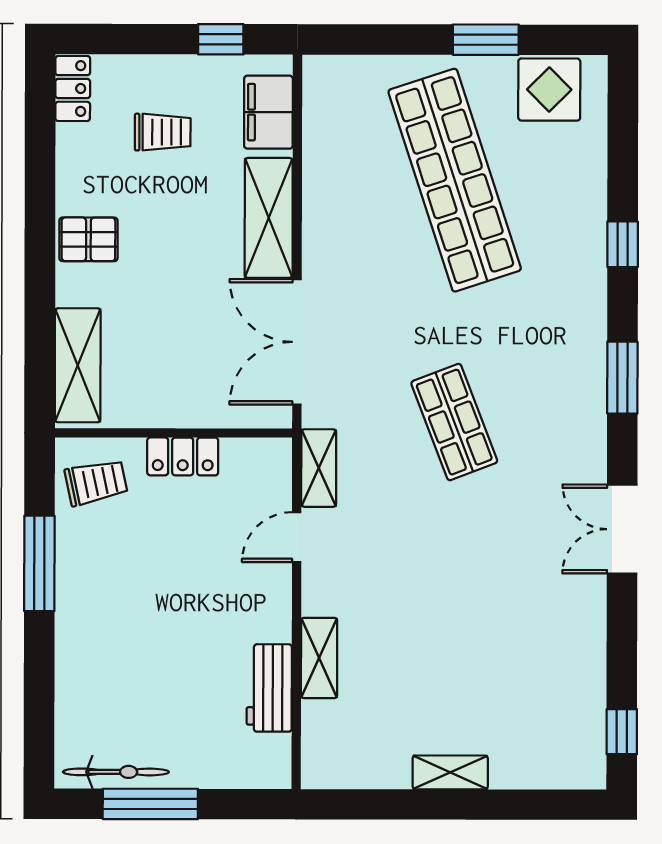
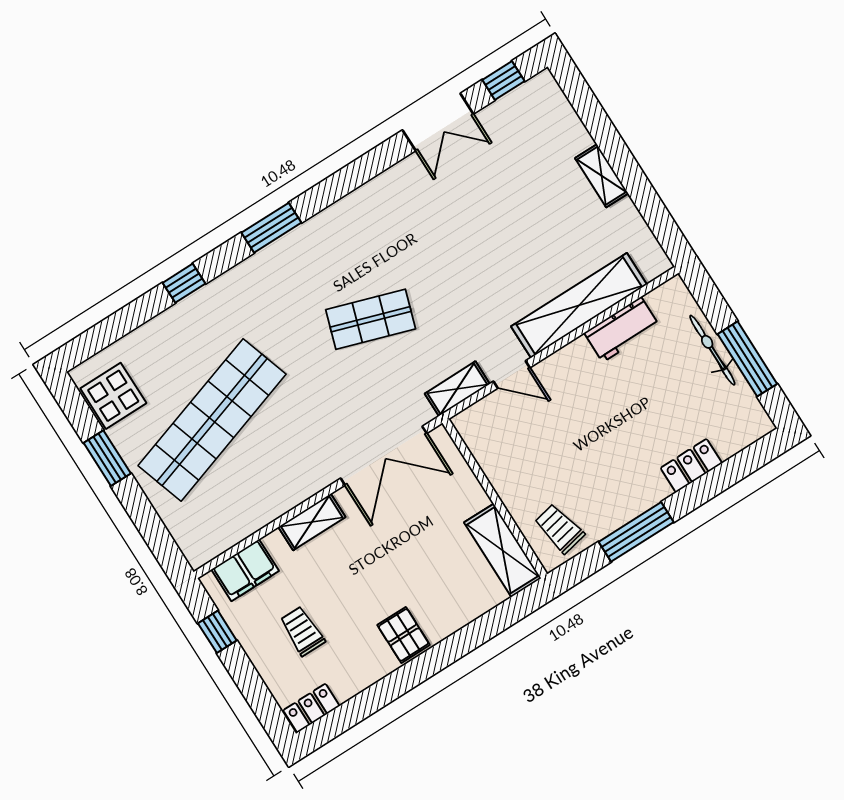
shelving: (269, 218) -> (312, 522), width x0.67, depth x0.75
shelving: (78, 365) -> (503, 550), moved, turned 90
shop shelf: (454, 422) -> (371, 319), turned 39
locker: (183, 456) -> (691, 466), moved, turned -90
double door: (622, 529) -> (438, 122), moved
shelving: (319, 658) -> (579, 305), width x2.20, depth x1.33
bicycle: (116, 772) -> (712, 350), moved

